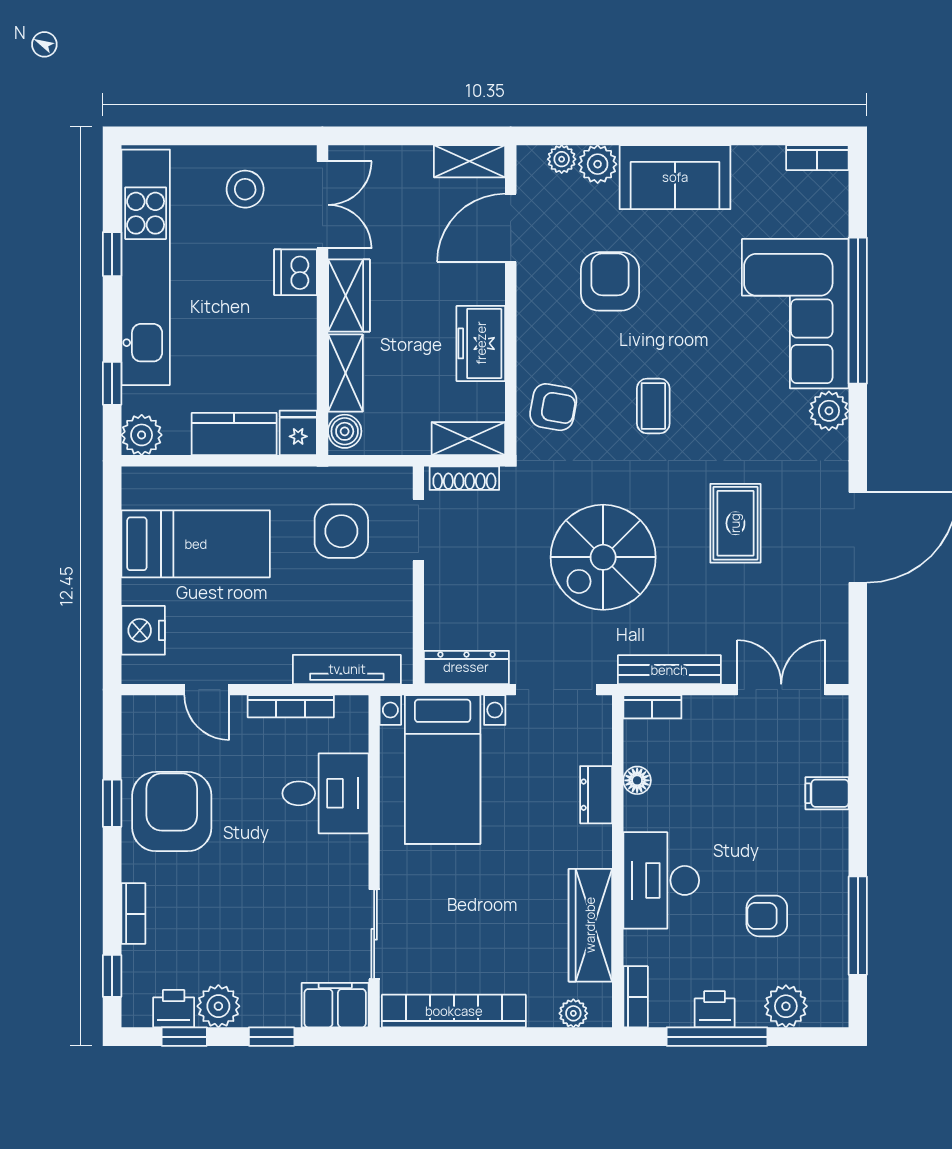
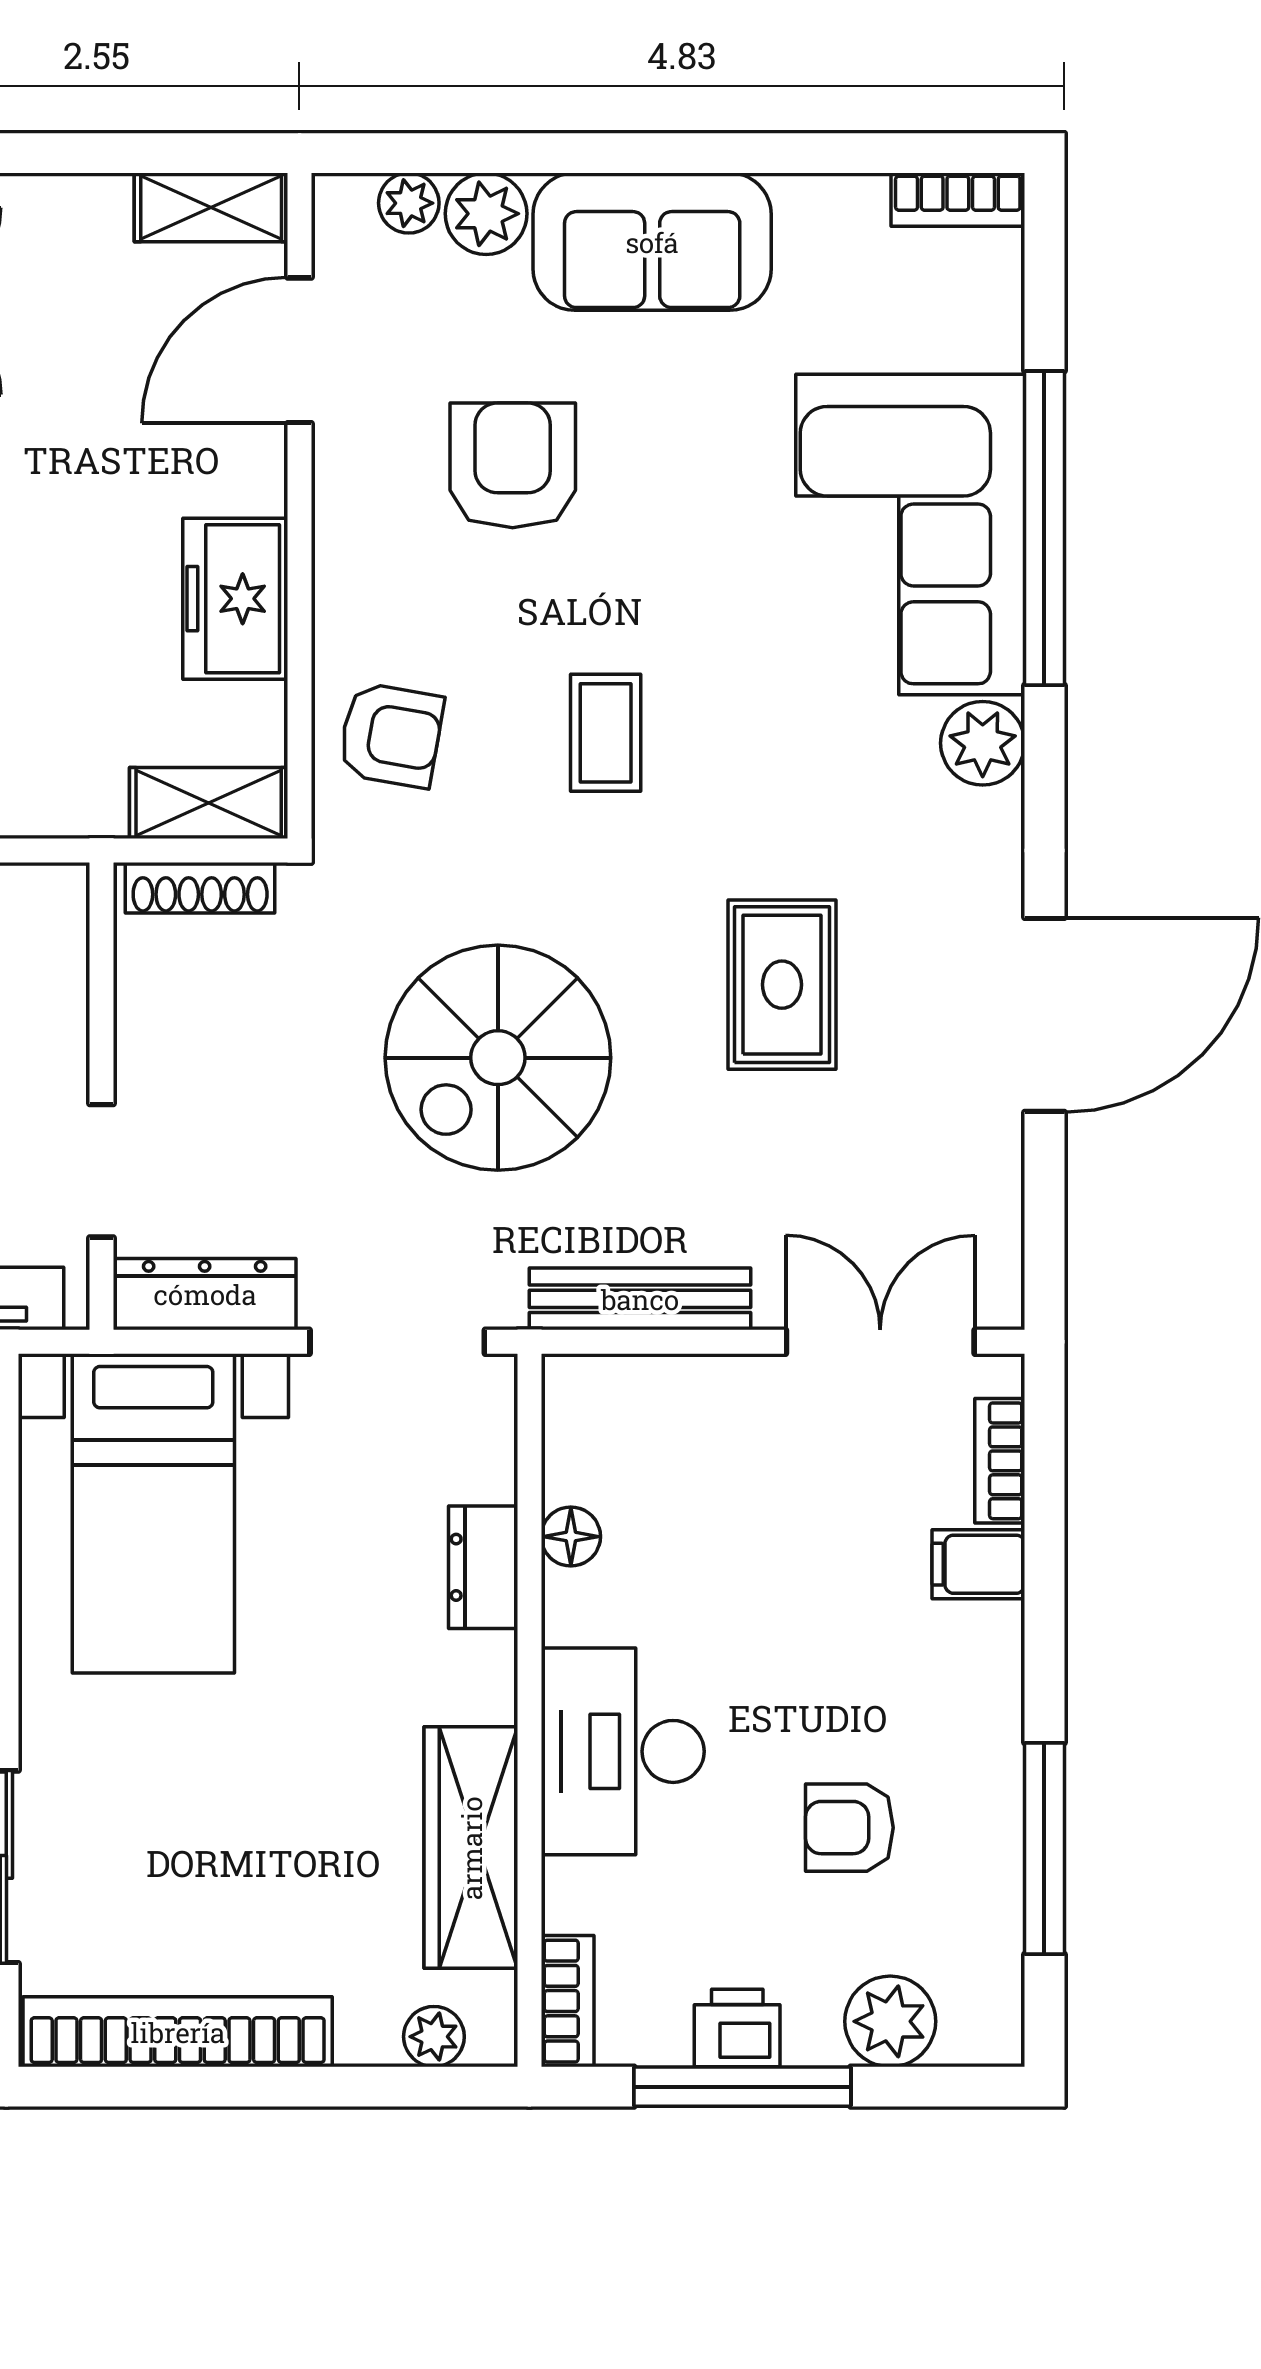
doorway: (418, 530) -> (101, 1171), moved
bookcase: (652, 707) -> (1000, 1461), moved, turned 90

